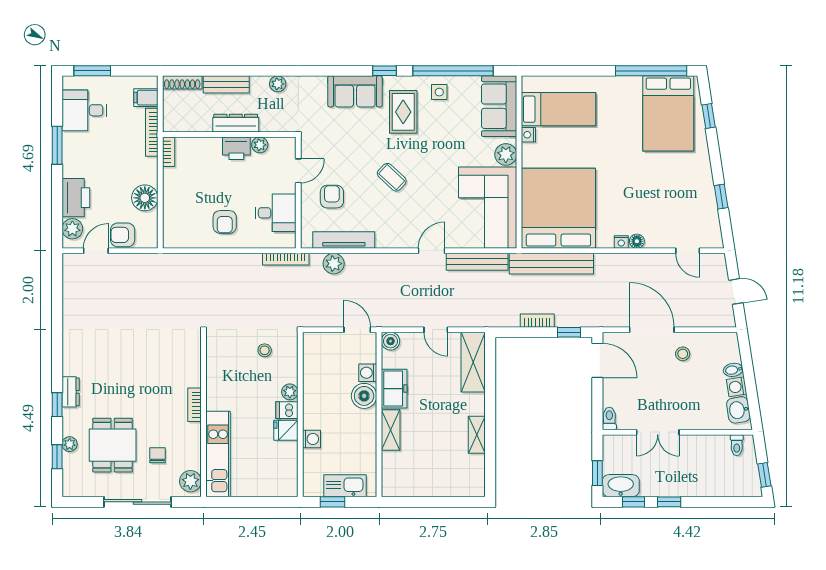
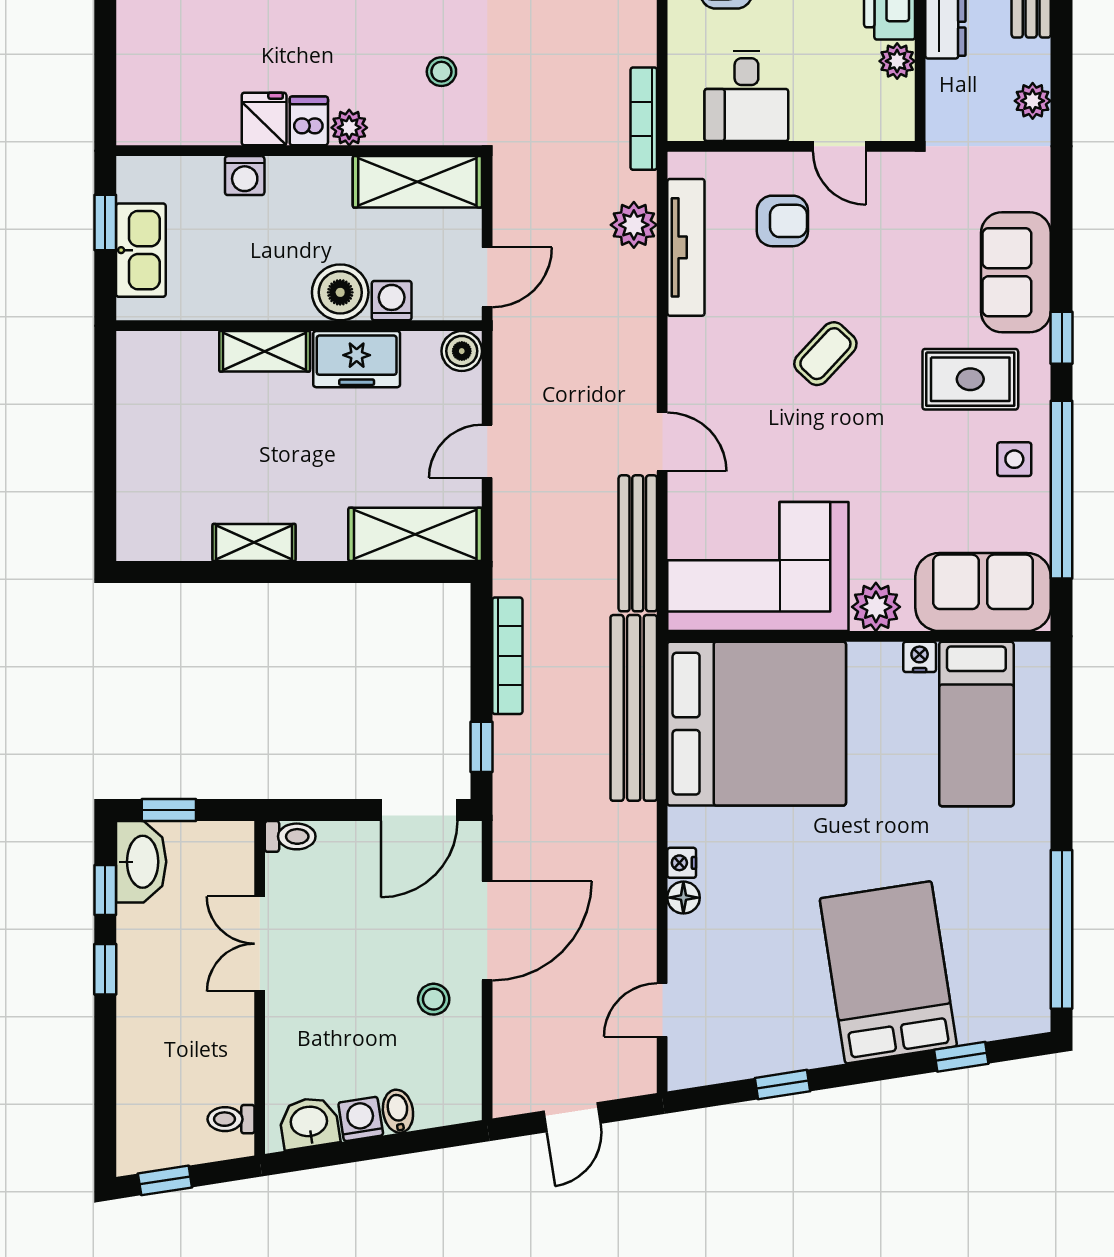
bed: (668, 113) -> (888, 972), moved, turned 81
bookcase: (537, 321) -> (507, 656), width x1.56
shelving: (314, 361) -> (417, 182), added

